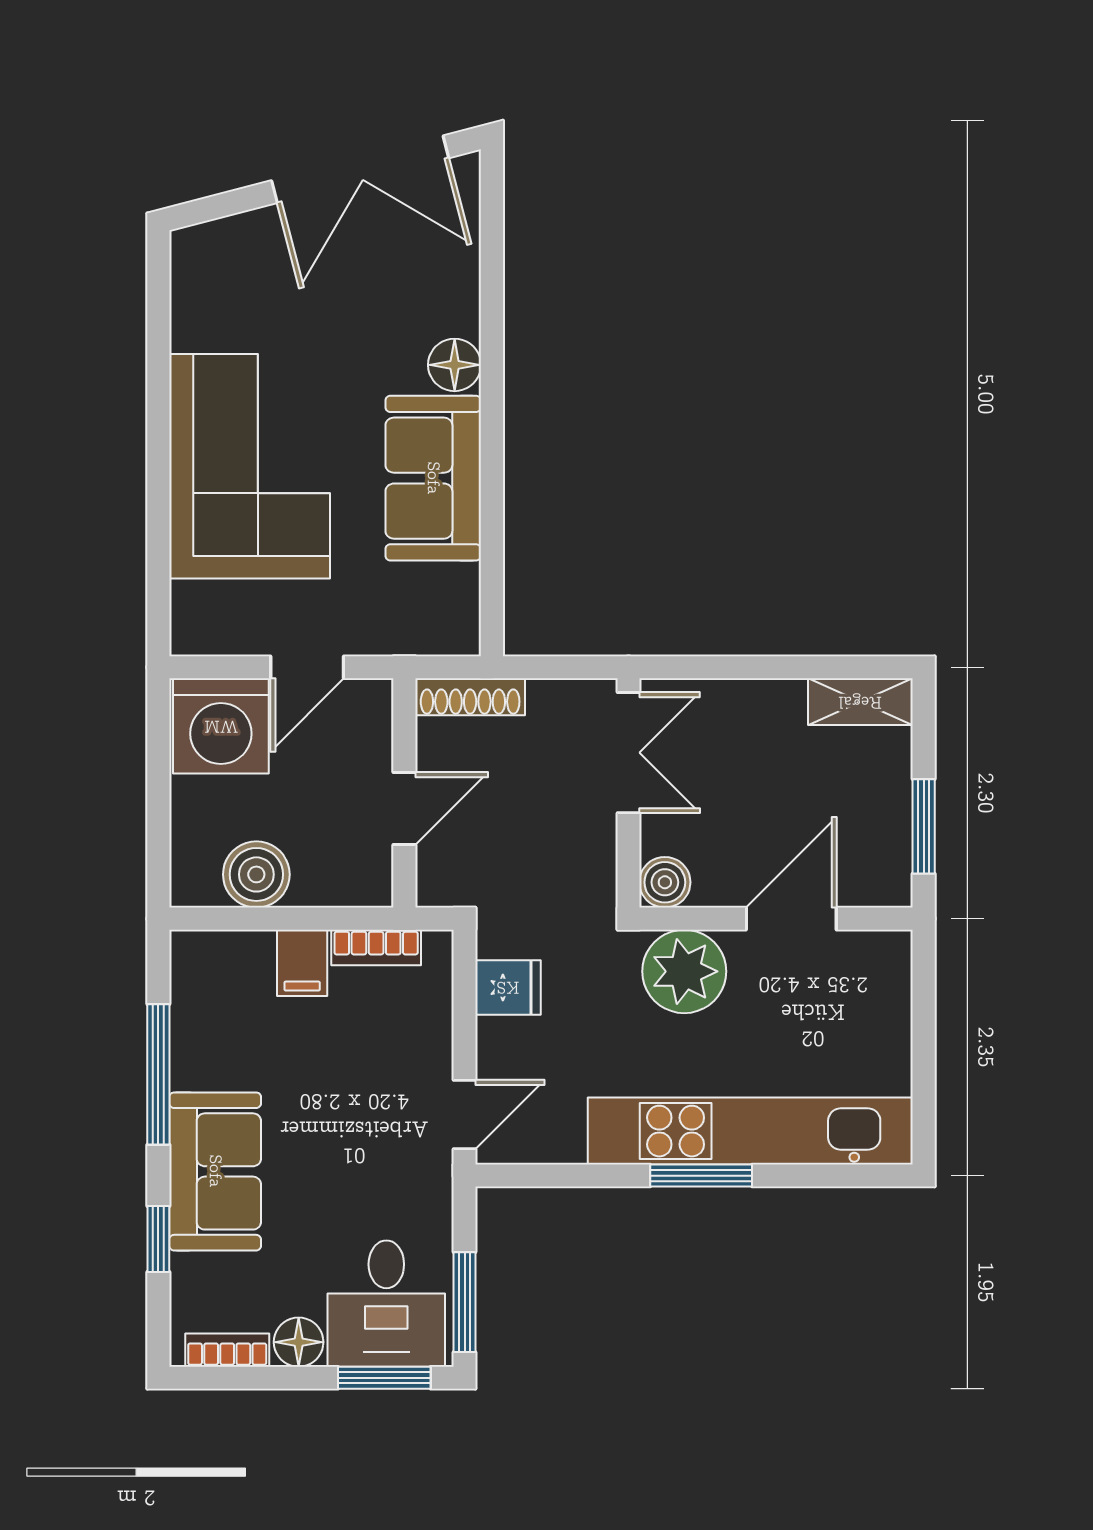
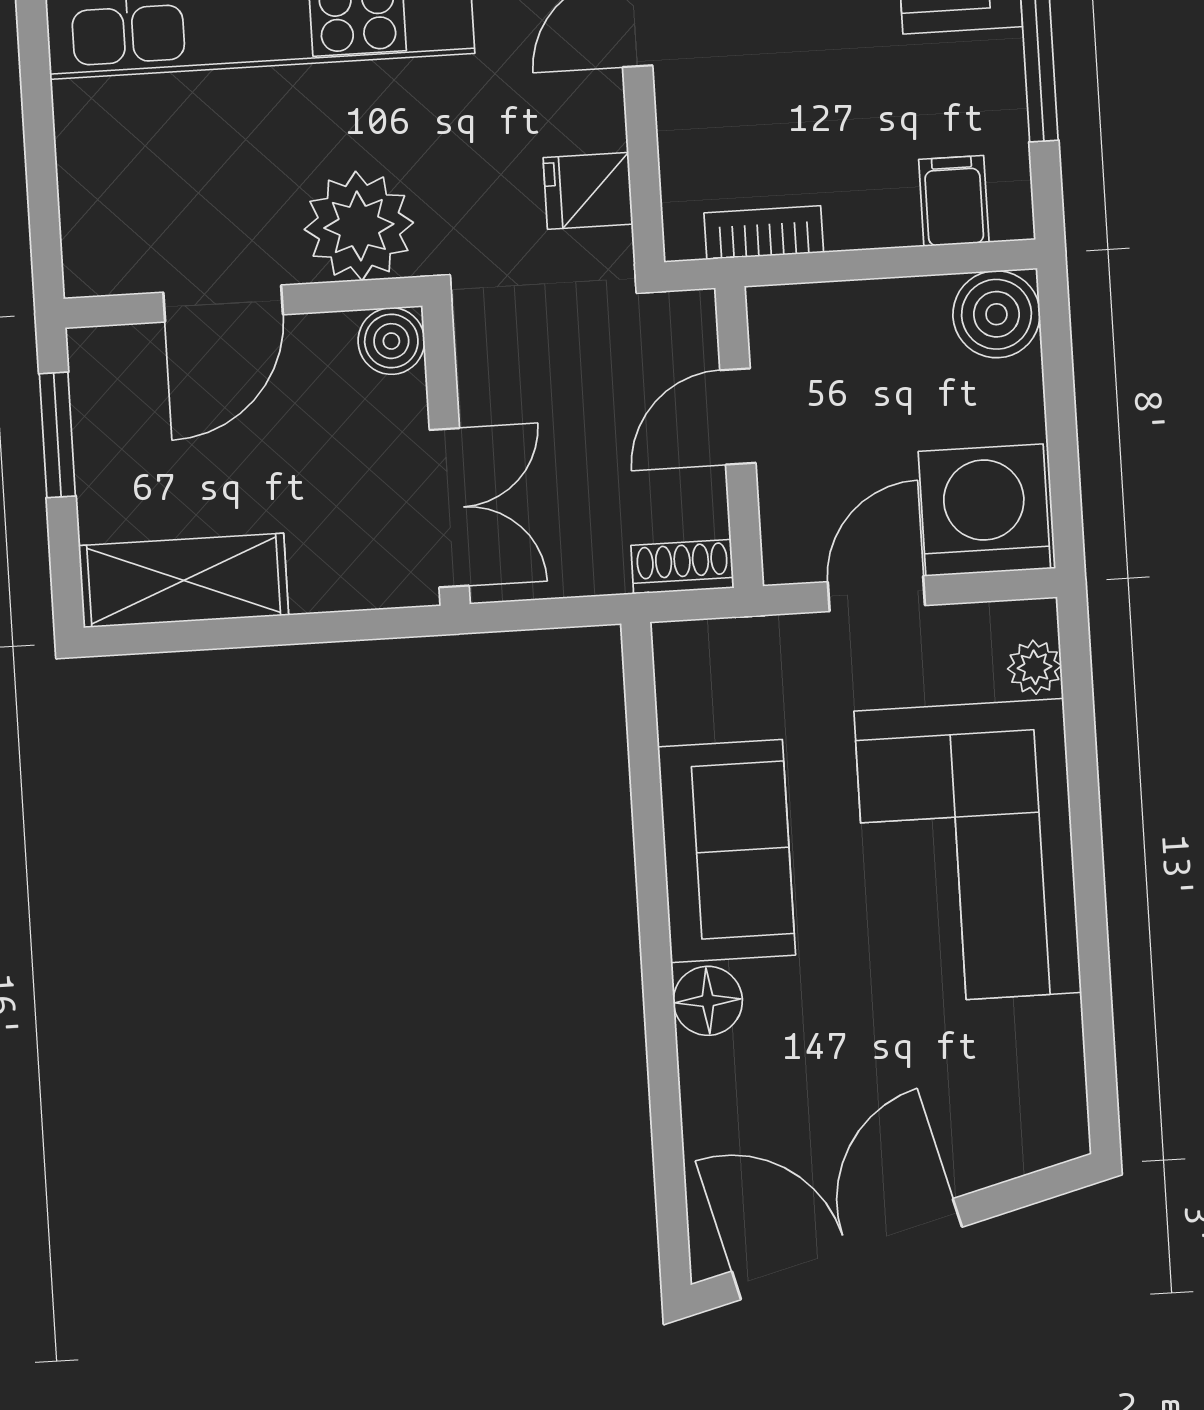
plant: (190, 604) -> (1034, 667), added
shoe rack: (470, 697) -> (682, 567), width x0.70
shelving: (860, 702) -> (184, 580), width x1.50, depth x1.33
double door: (628, 753) -> (449, 508), swing flipped
boiler: (256, 874) -> (996, 314), moved
filing cabinet: (302, 963) -> (954, 201), moved

